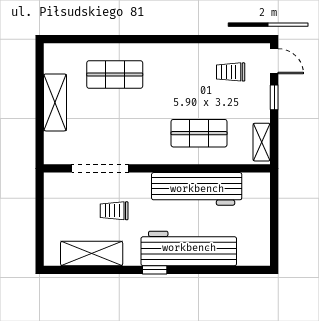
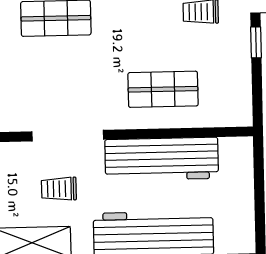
shelving: (262, 142) -> (242, 99), removed
doorway: (100, 168) -> (68, 136), moved

